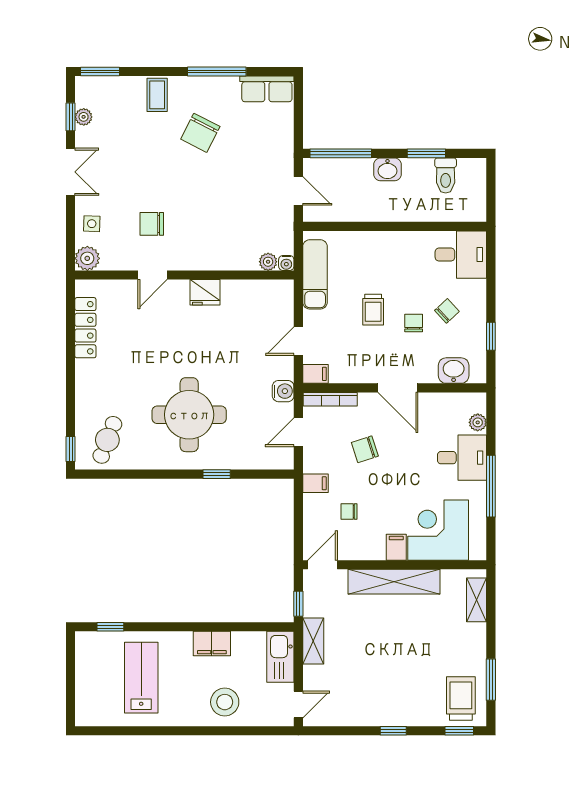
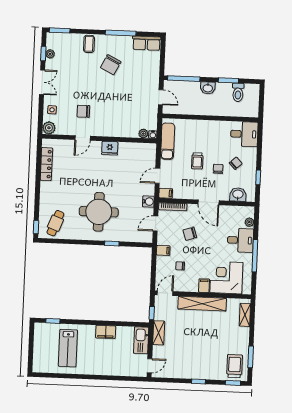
lab bench: (141, 678) -> (68, 348), turned 180
stool: (225, 702) -> (111, 363), removed

